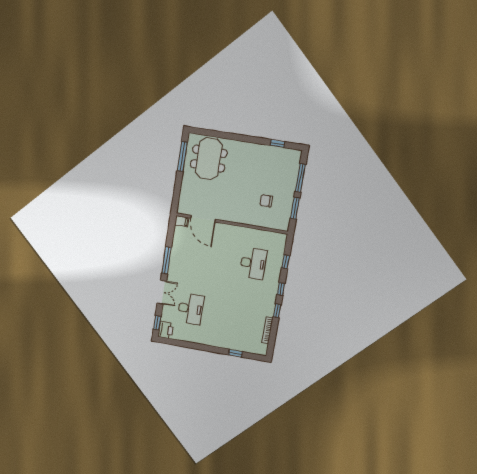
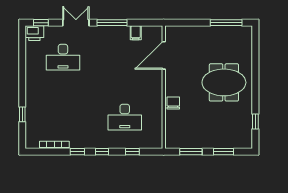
meeting table: (209, 159) -> (224, 82), moved
window: (300, 178) -> (223, 152), width x0.69
chair: (266, 201) -> (173, 103), moved
filing cabinet: (182, 221) -> (136, 33), moved
double door: (162, 292) -> (76, 23), swing flipped

